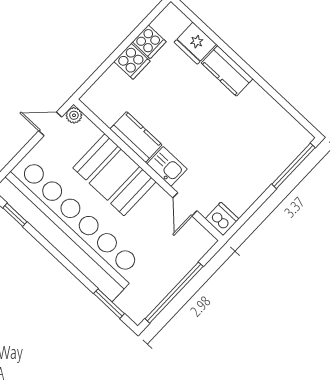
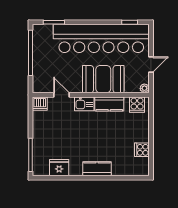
fridge: (195, 43) -> (59, 168), moved
cooker: (132, 61) -> (137, 105), moved, turned -90
door: (50, 124) -> (151, 65), moved

